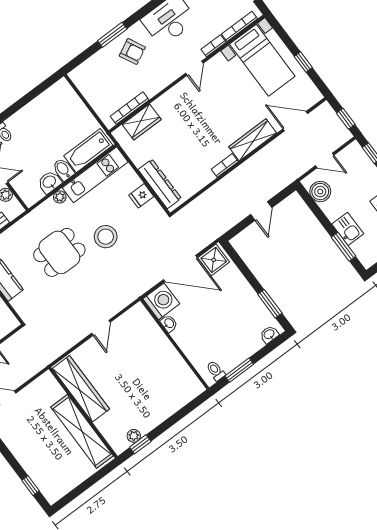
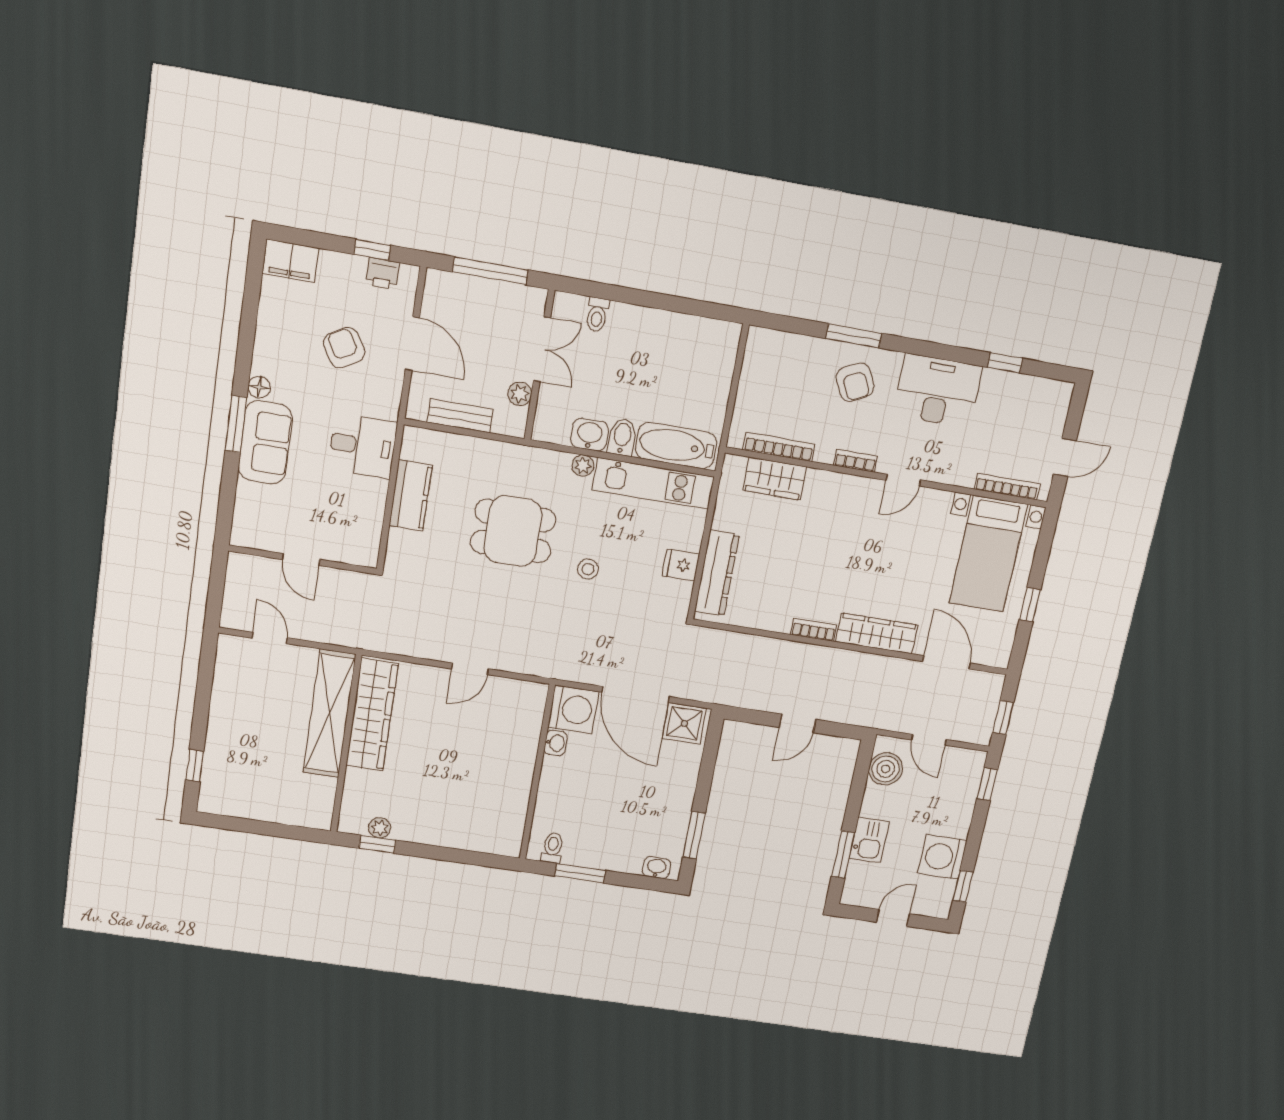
bookcase: (213, 46) -> (856, 461), moved
stool: (106, 237) -> (588, 569), width x0.53, depth x0.53
shelving: (82, 431) -> (329, 714), moved

